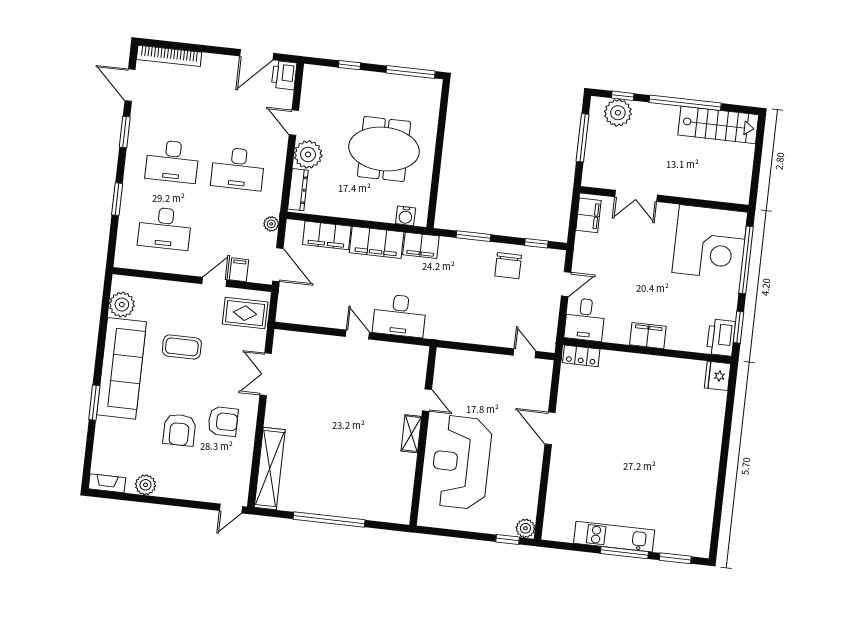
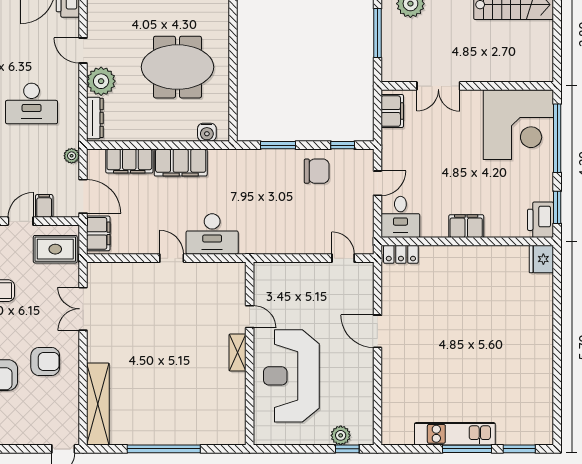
filing cabinet: (421, 245) -> (98, 233), moved, turned -90
chair: (508, 266) -> (317, 171), turned -90
plant: (525, 528) -> (341, 435), moved

